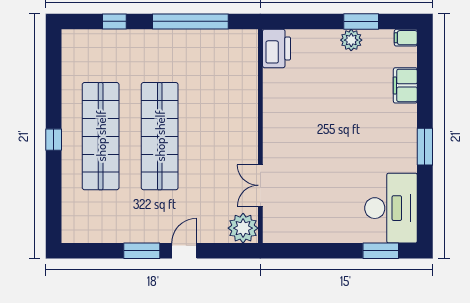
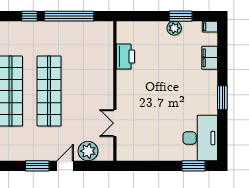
window: (114, 21) -> (30, 16), moved
printer: (277, 48) -> (125, 57), moved
plant: (243, 228) -> (88, 151), moved

